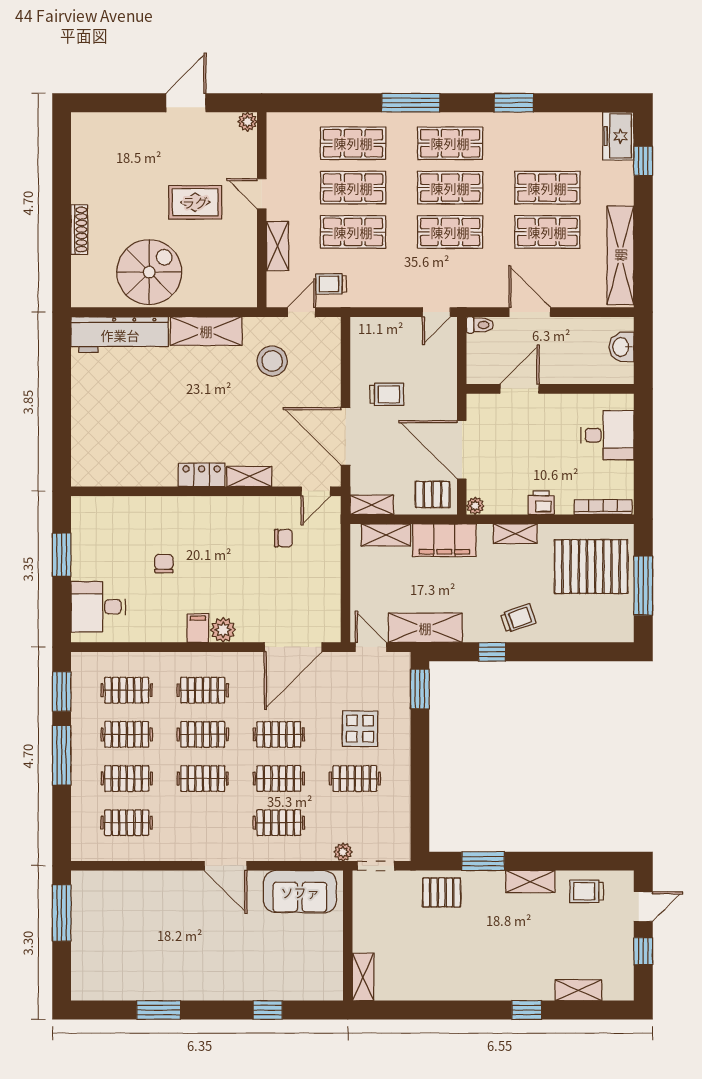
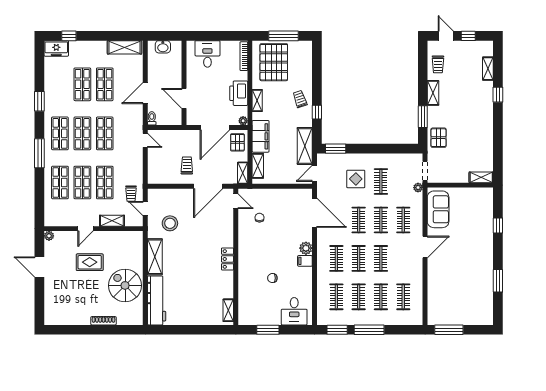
rug: (195, 202) -> (90, 262), turned 90
shelving: (620, 255) -> (124, 47), width x0.68
shelving: (249, 476) -> (228, 310), moved
printer: (541, 503) -> (239, 93), width x1.87, depth x1.48

